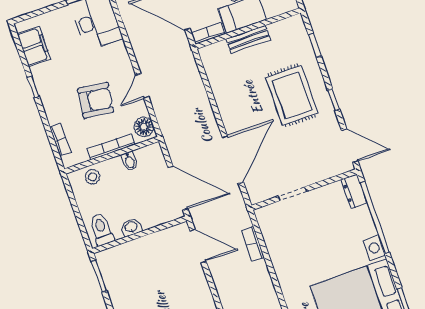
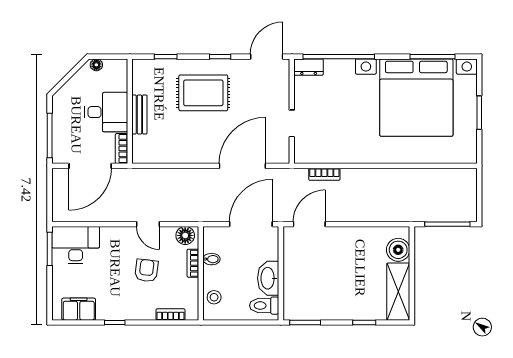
armchair: (96, 100) -> (146, 270), width x0.72, depth x0.72
bookcase: (111, 147) -> (193, 263), width x0.64
door: (233, 160) -> (242, 166), hinge flipped
washbasin: (131, 227) -> (268, 278), width x1.91, depth x1.45

